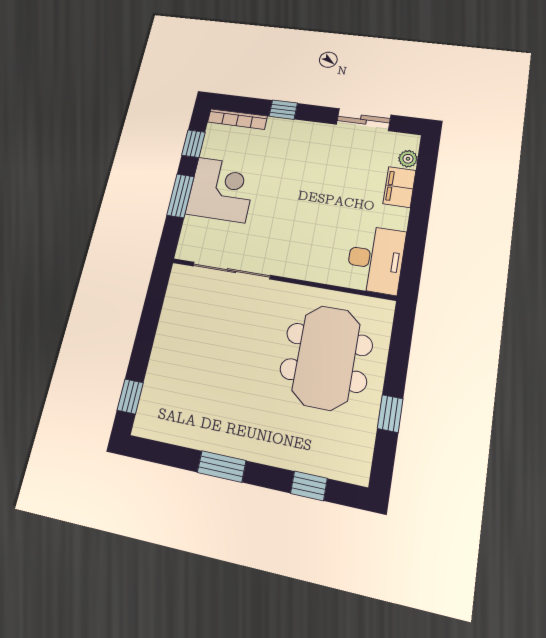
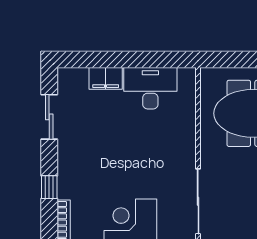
plant: (408, 159) -> (80, 75), removed
desk: (376, 259) -> (150, 88), moved

